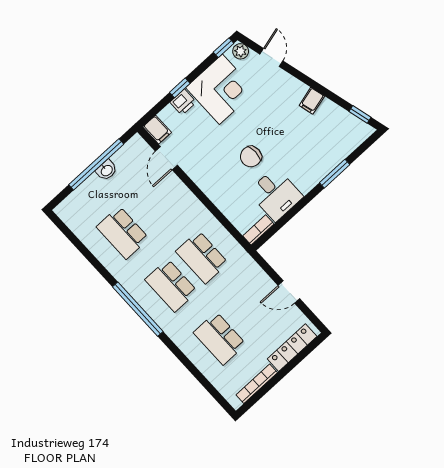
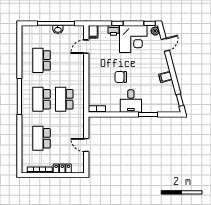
desk: (275, 194) -> (131, 101), moved
locker: (292, 348) -> (62, 168), width x0.66

